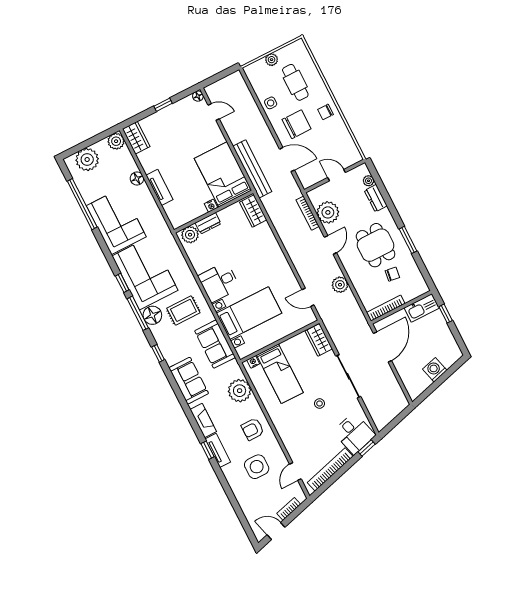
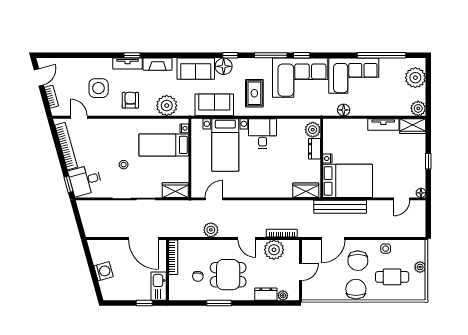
chair: (326, 112) -> (356, 289), width x1.87, depth x1.87
floor lamp: (137, 179) -> (344, 110), moved
tv unit: (160, 187) -> (383, 124), moved
floor lamp: (152, 315) -> (224, 66), moved

